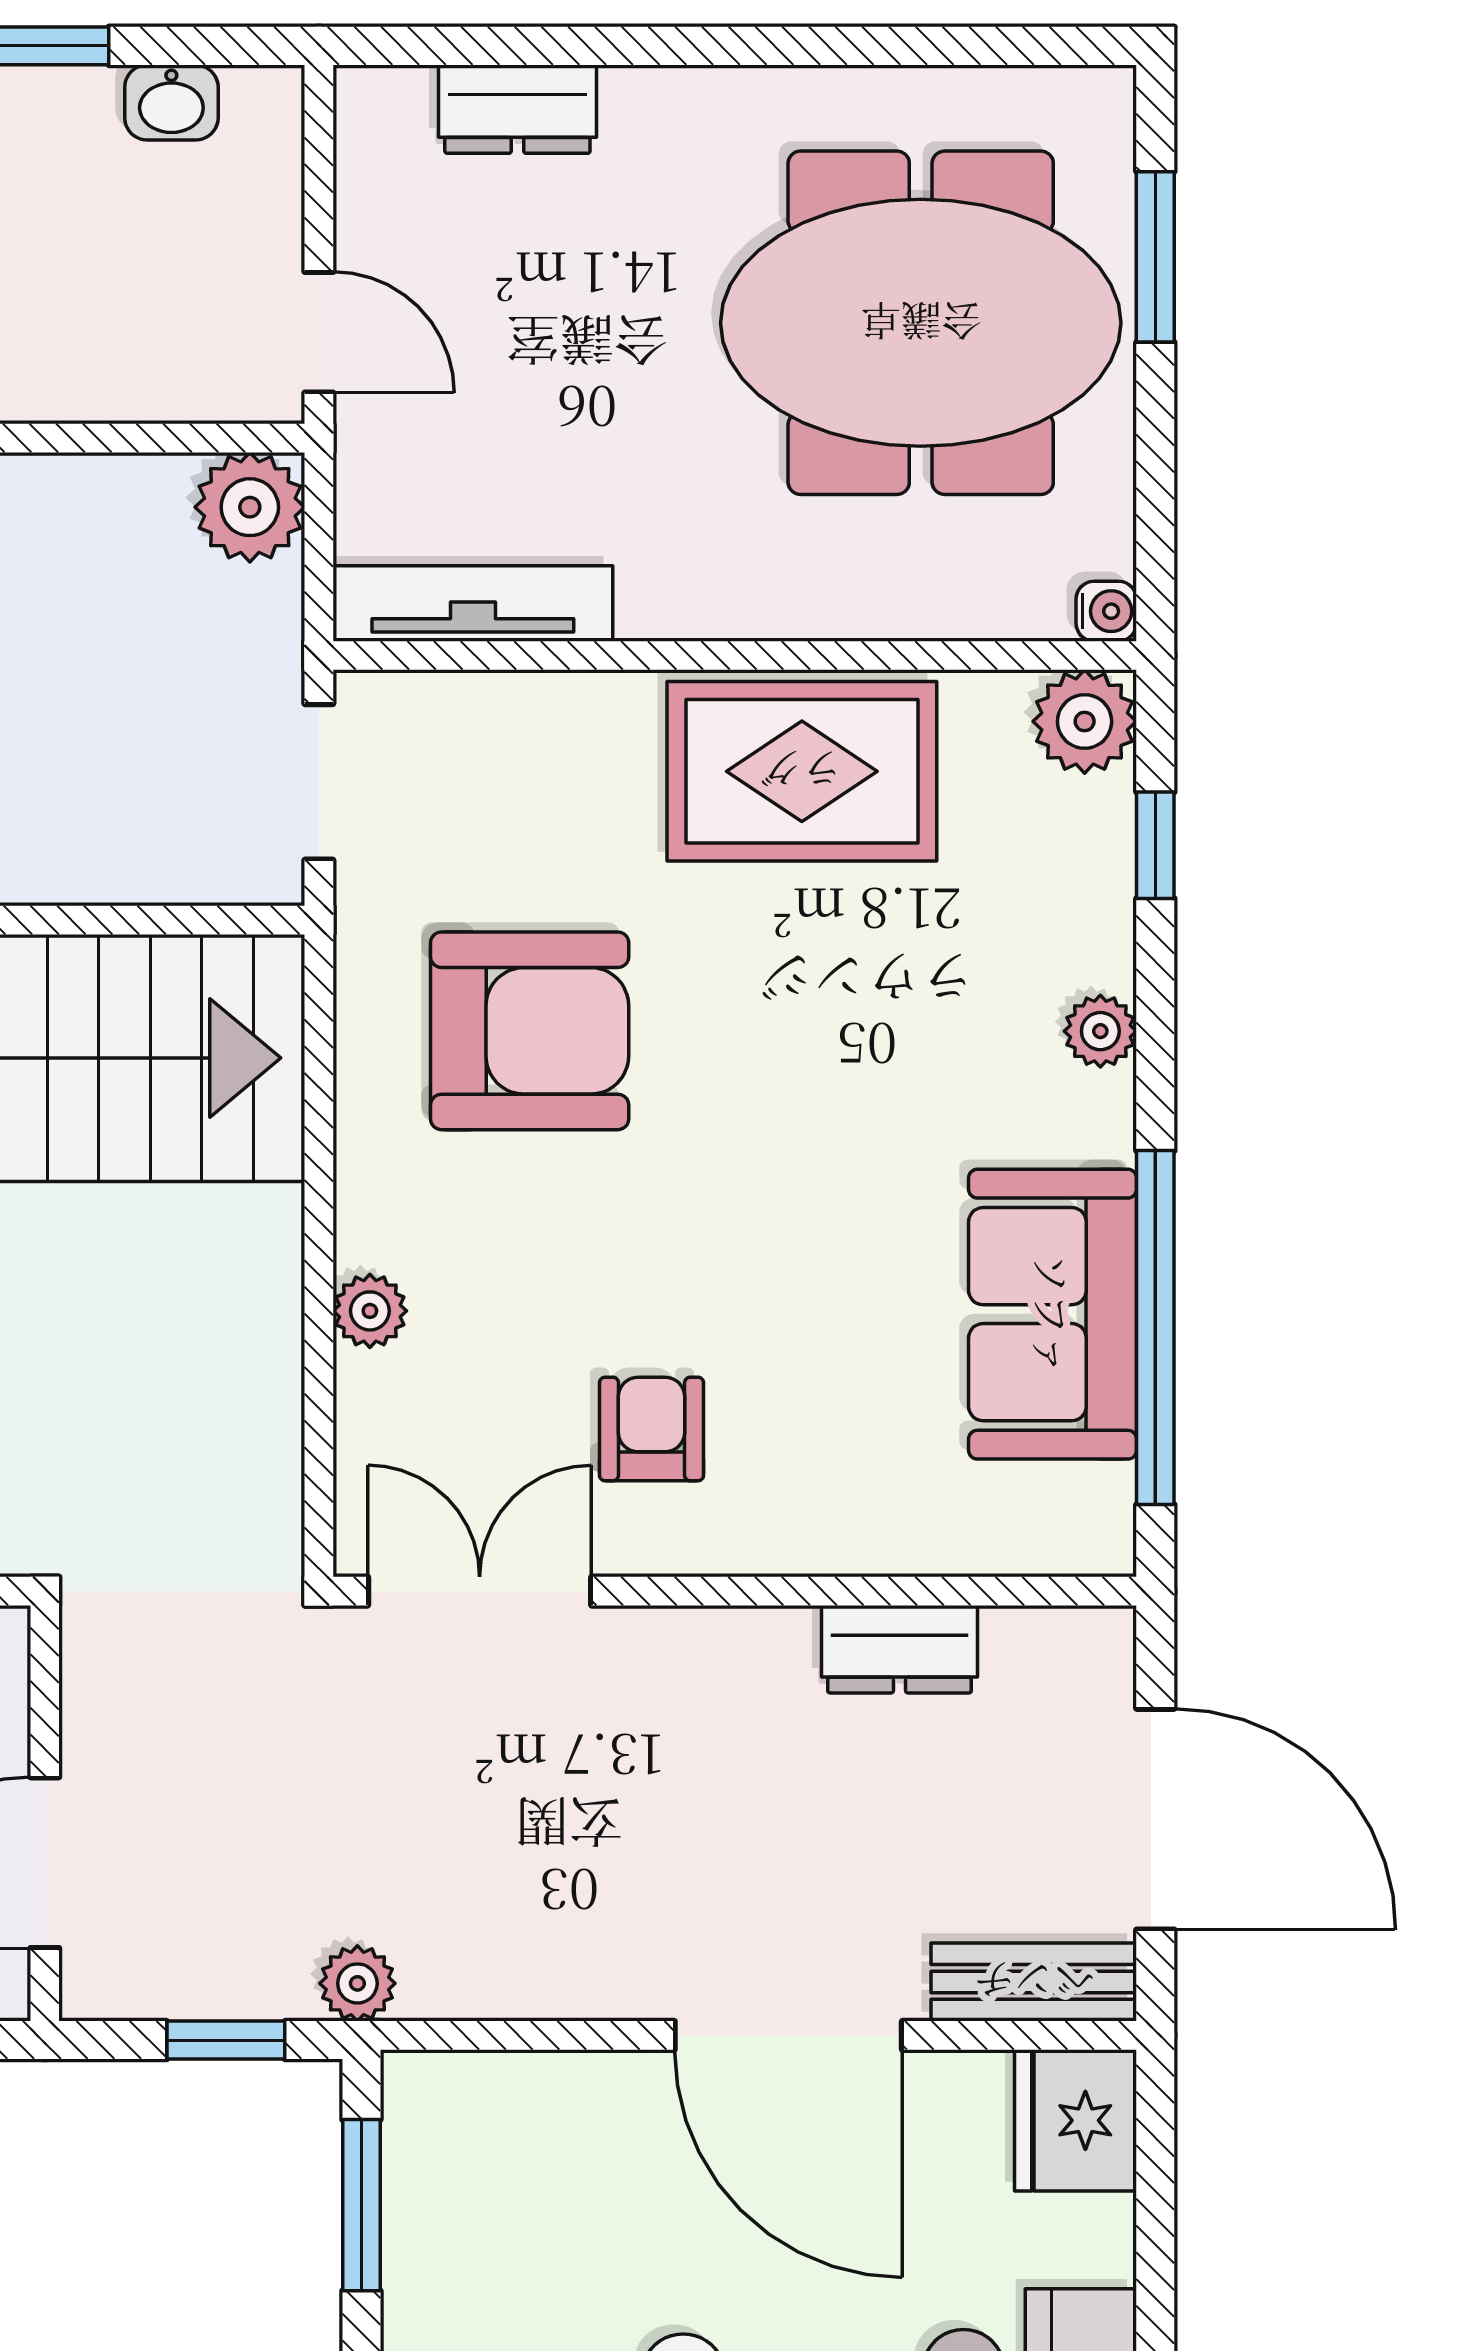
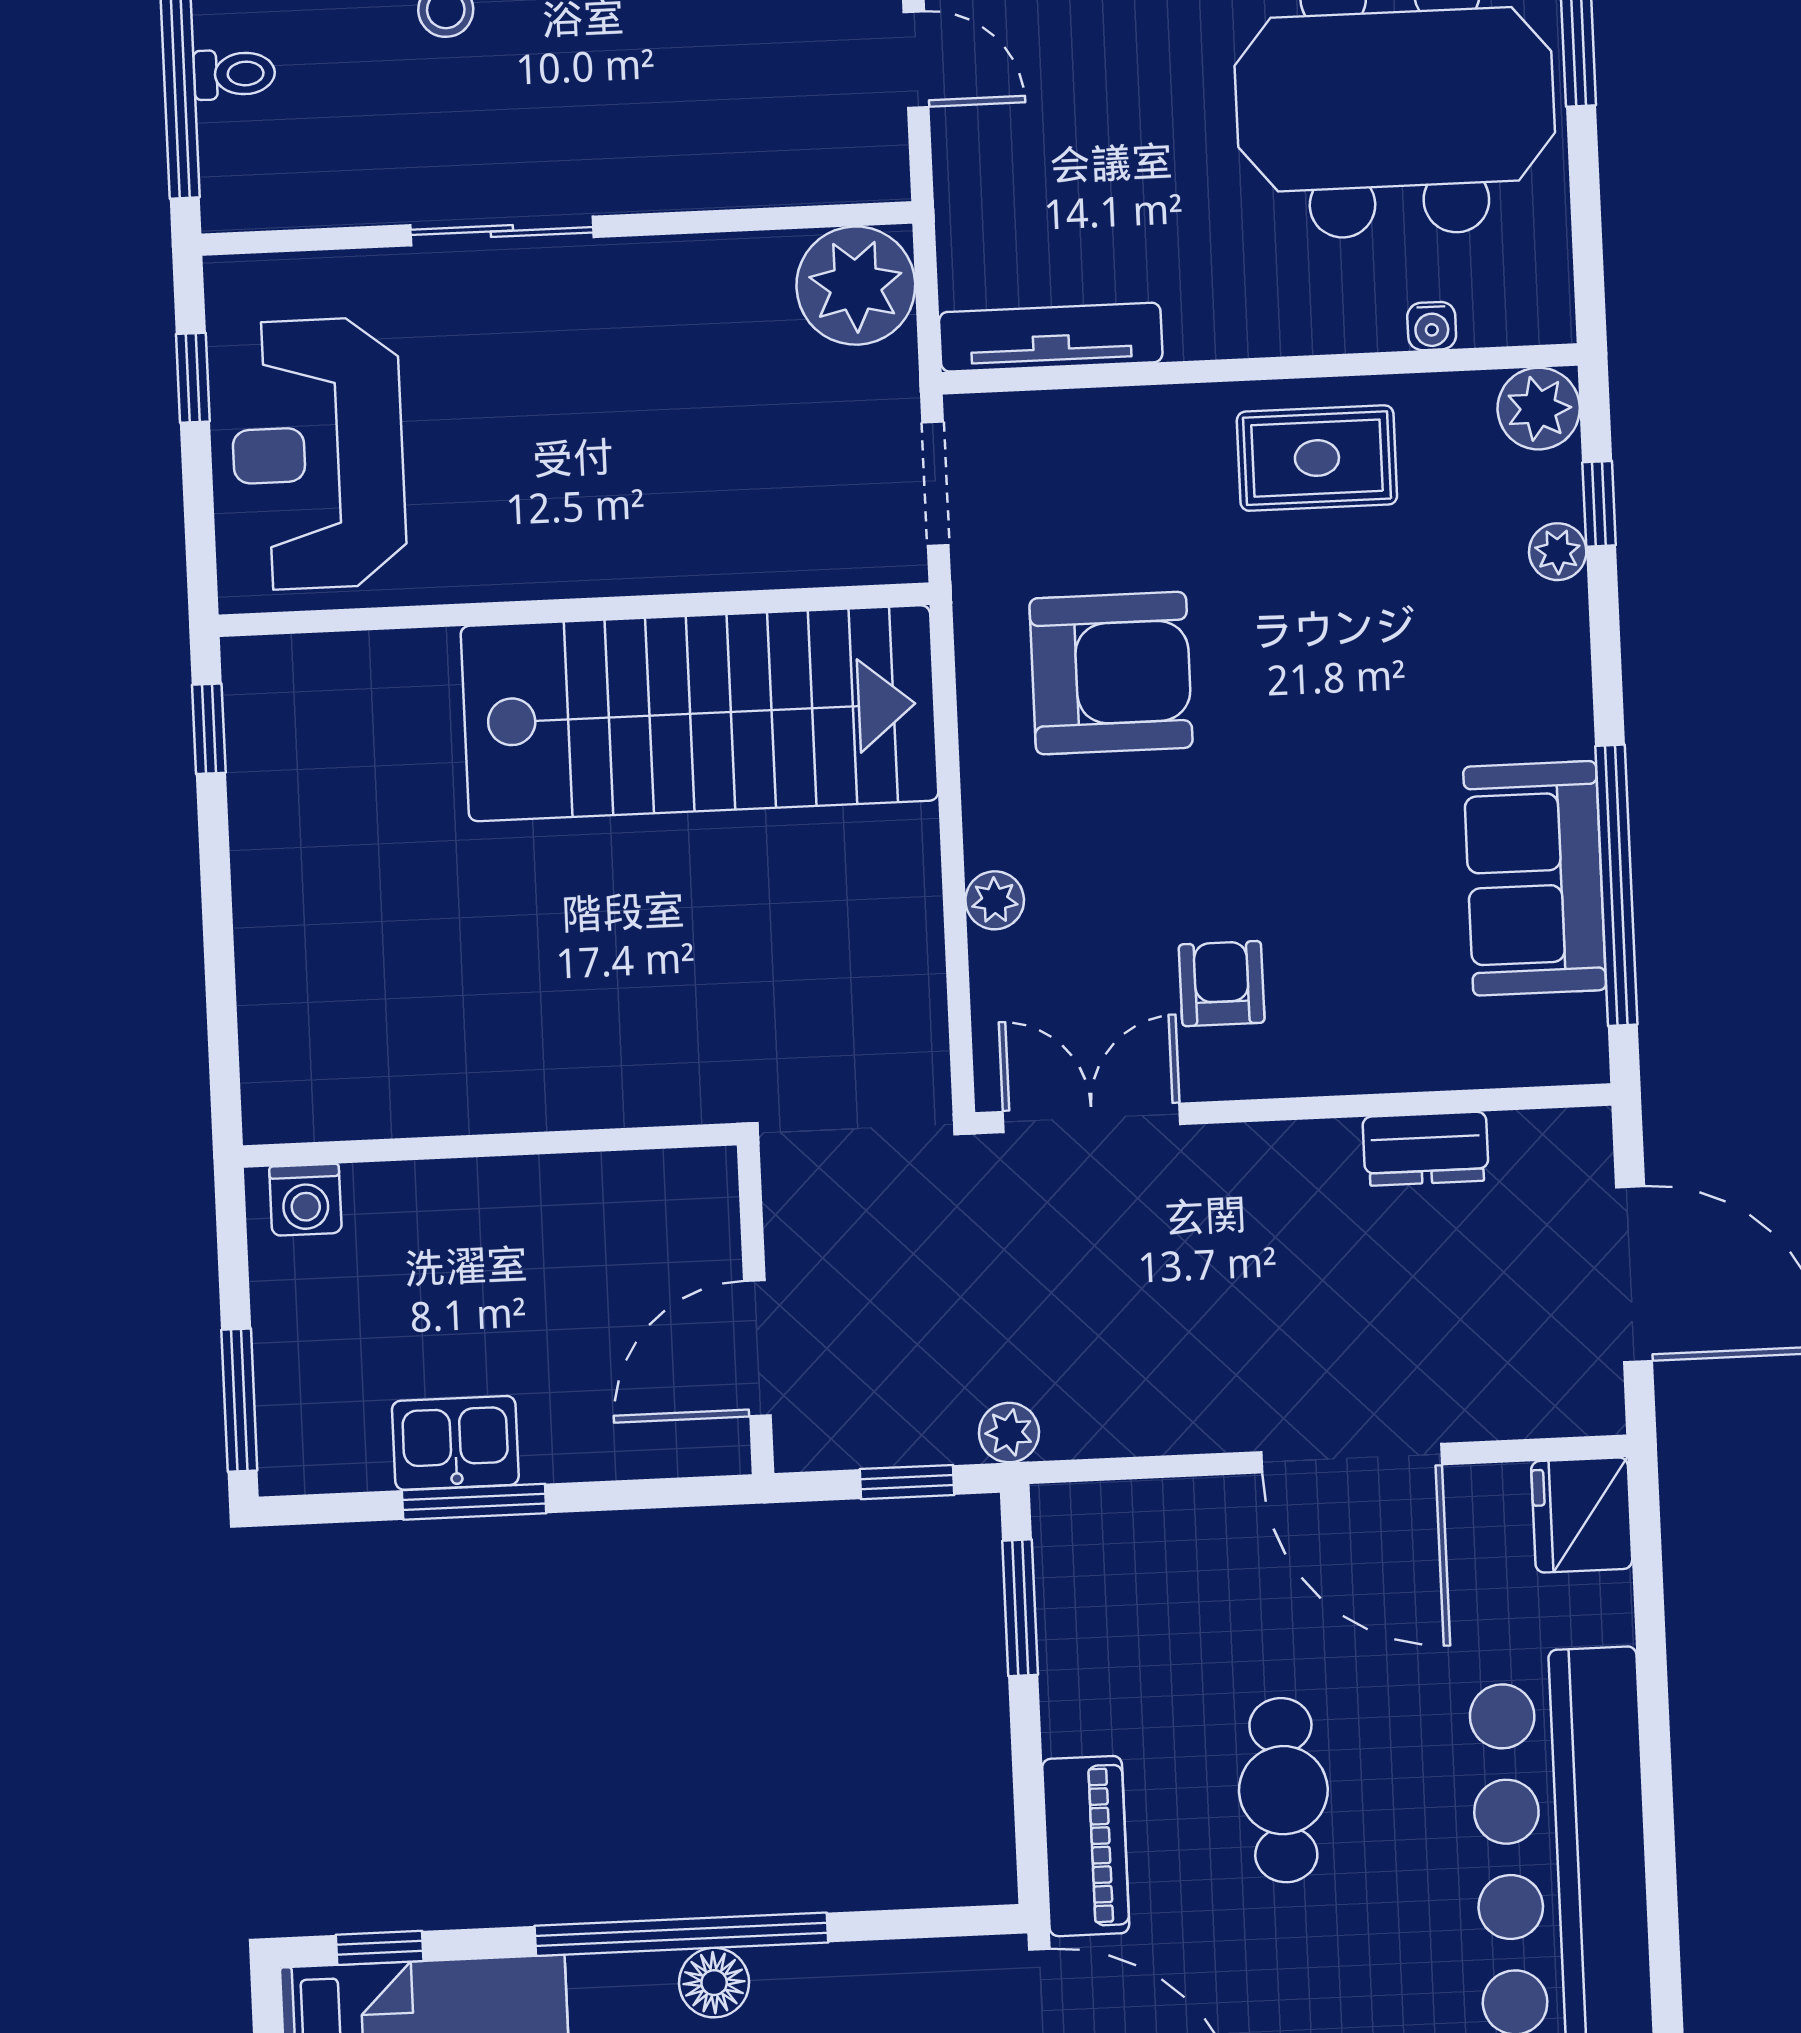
door: (319, 332) -> (916, 59), moved
plant: (250, 507) -> (856, 286), width x1.36, depth x1.36
water cooler: (1106, 611) -> (1432, 326), moved, turned 90
rug: (802, 771) -> (1317, 458), width x0.73, depth x0.70
plant: (1100, 1031) -> (1558, 552), moved
bench: (1034, 1982) -> (1544, 1407), removed

